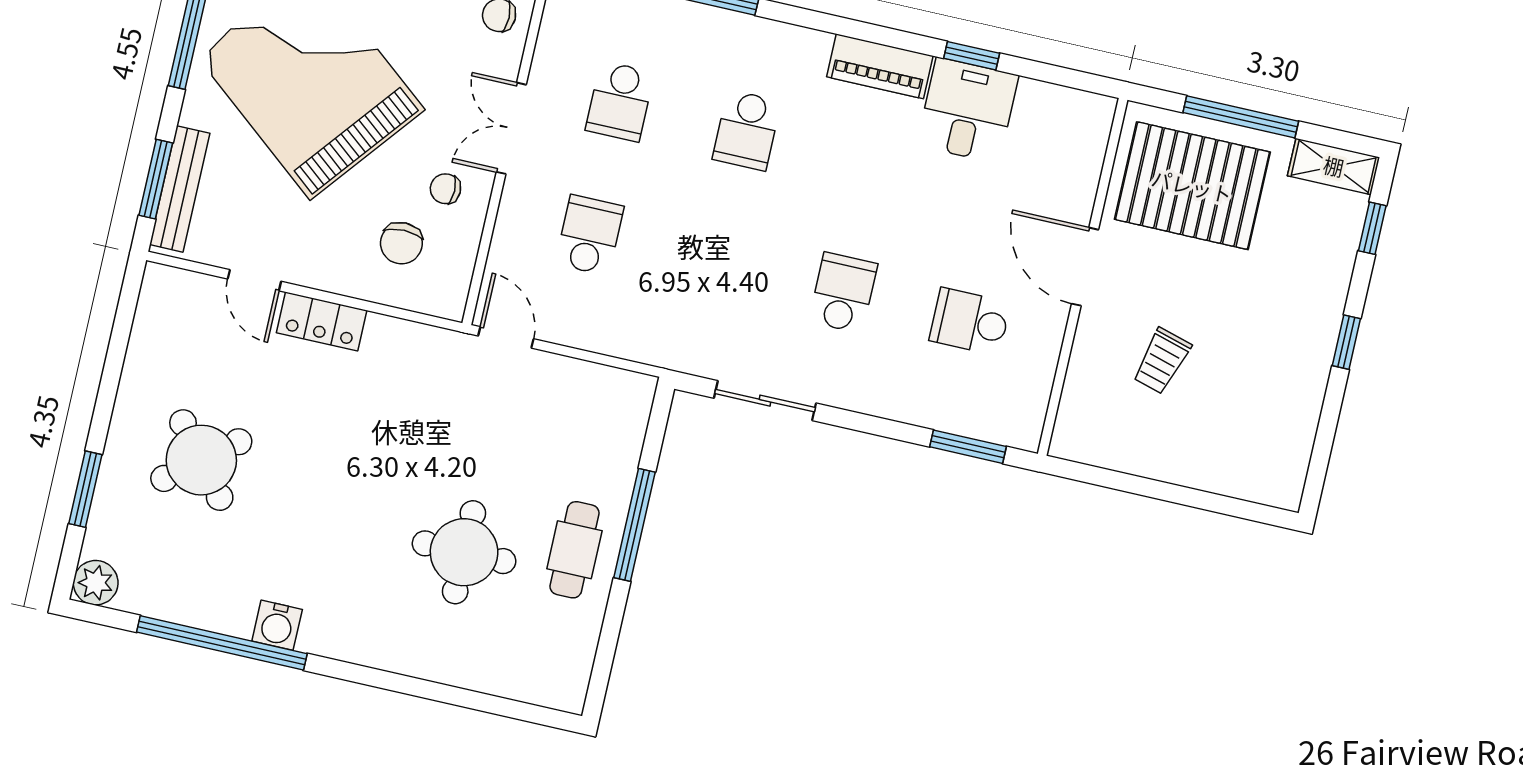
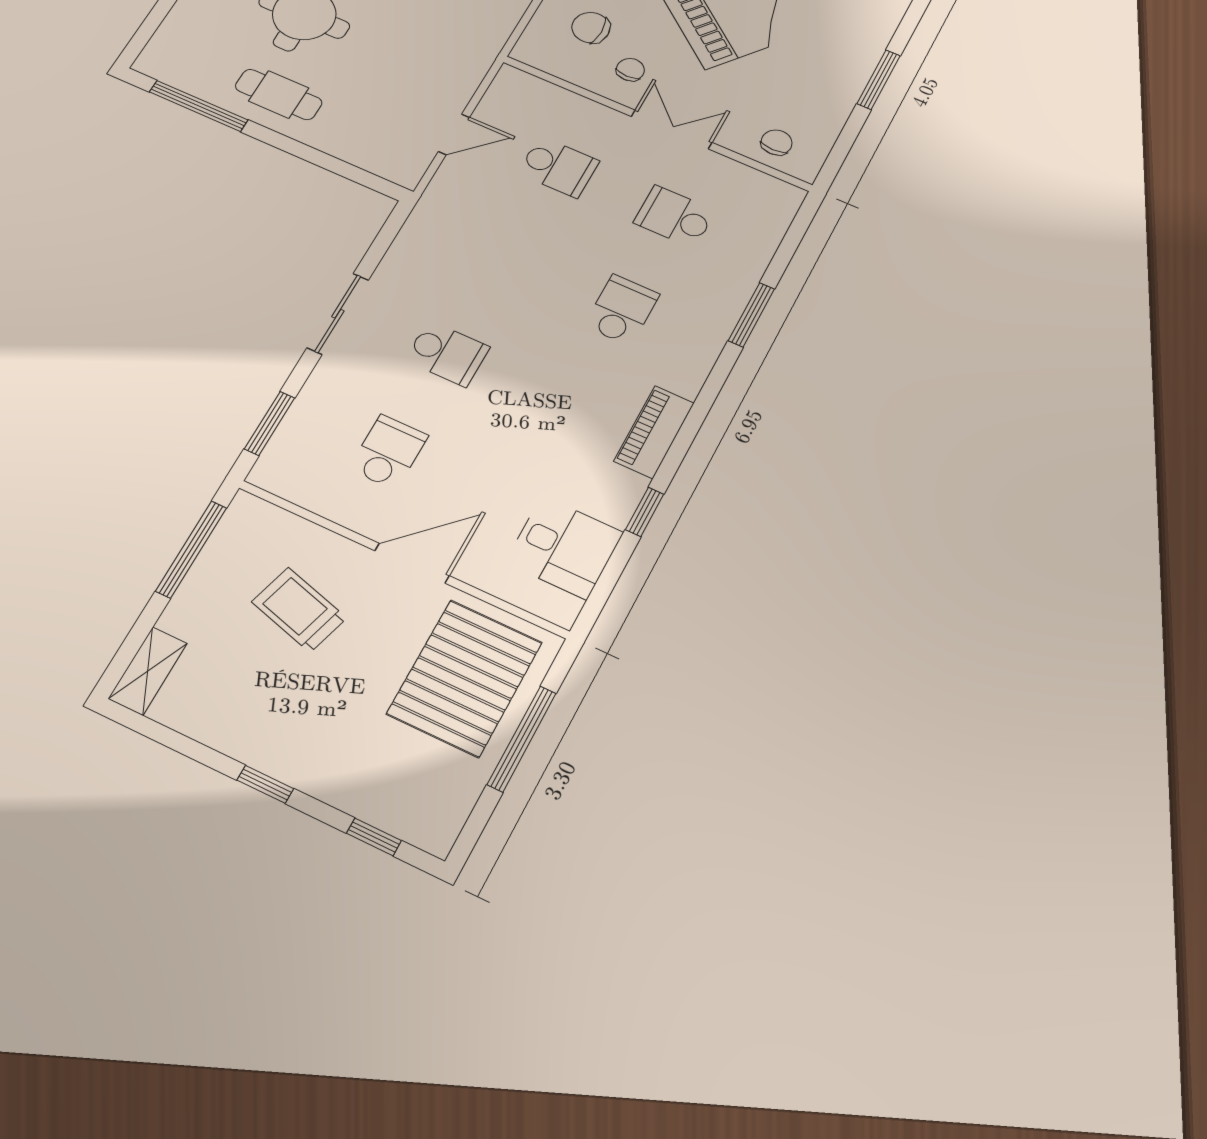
desk: (968, 110) -> (564, 547), moved
school desk: (747, 130) -> (622, 310), turned 90
shelving: (1334, 166) -> (148, 671), moved
door: (506, 337) -> (454, 134), moved
trolley: (1162, 361) -> (299, 610), width x1.36, depth x1.39
sliding door: (765, 401) -> (338, 314), moved
window: (1125, 482) -> (191, 549), added
window: (634, 525) -> (199, 106), moved

